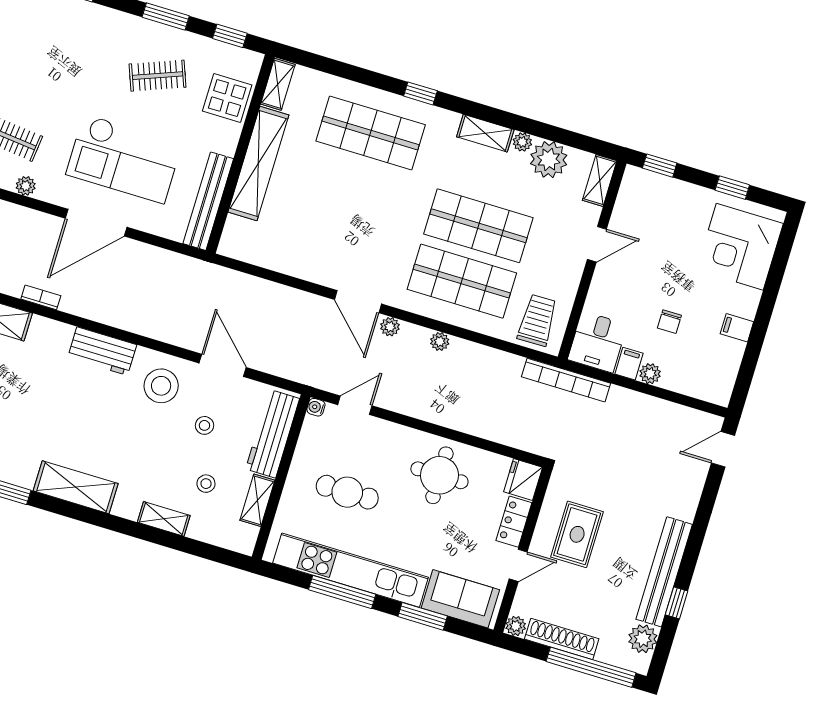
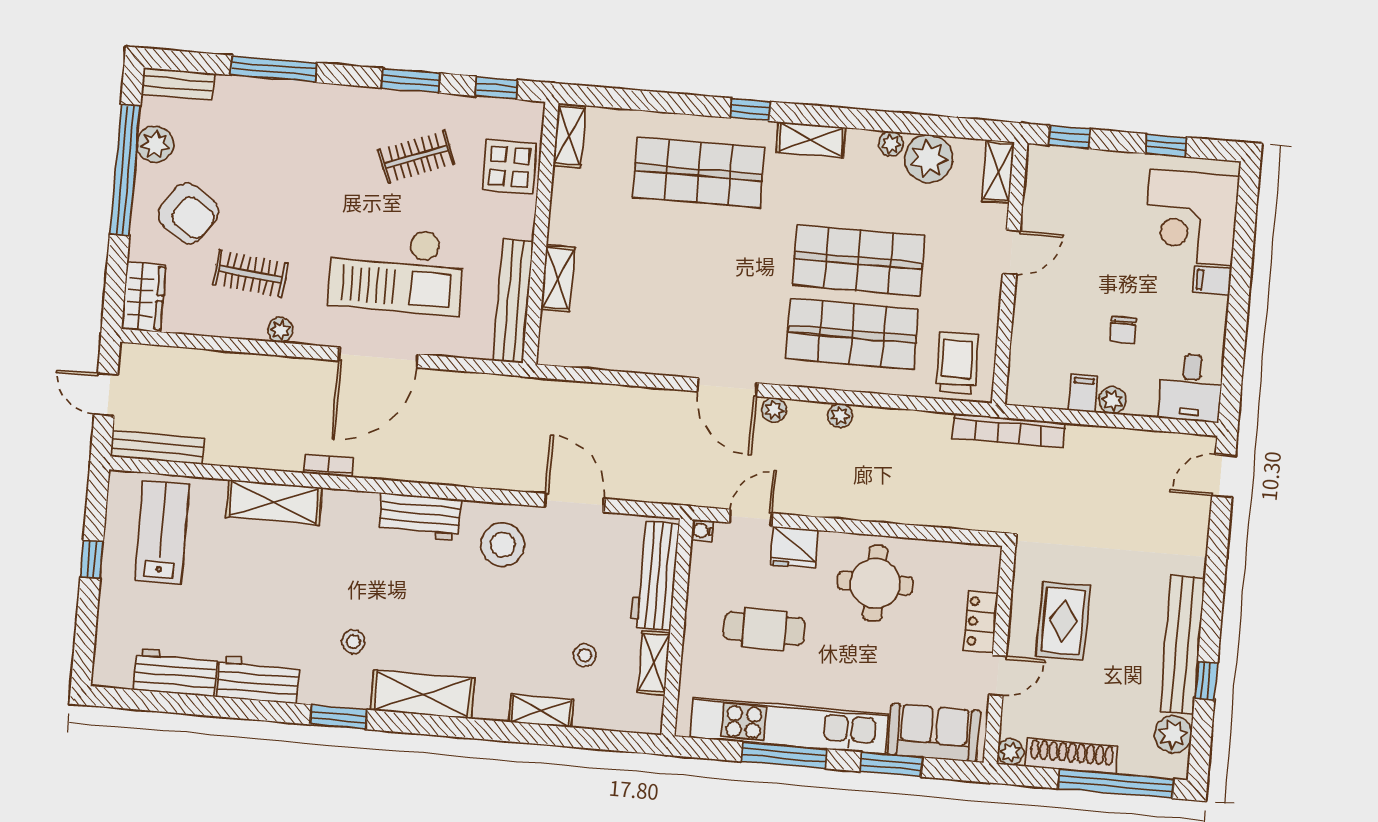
shelving: (485, 133) -> (811, 140), moved
shelving: (258, 163) -> (558, 278), width x0.45, depth x0.75
filing cabinet: (737, 328) -> (1212, 281), moved
desk: (597, 342) -> (1191, 388), moved
stool: (204, 425) -> (353, 642), moved
fridge: (523, 480) -> (794, 547), moved, turned -90

